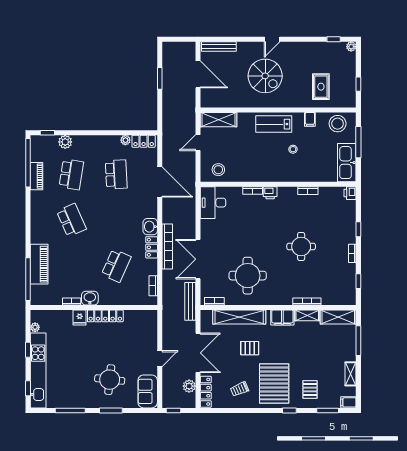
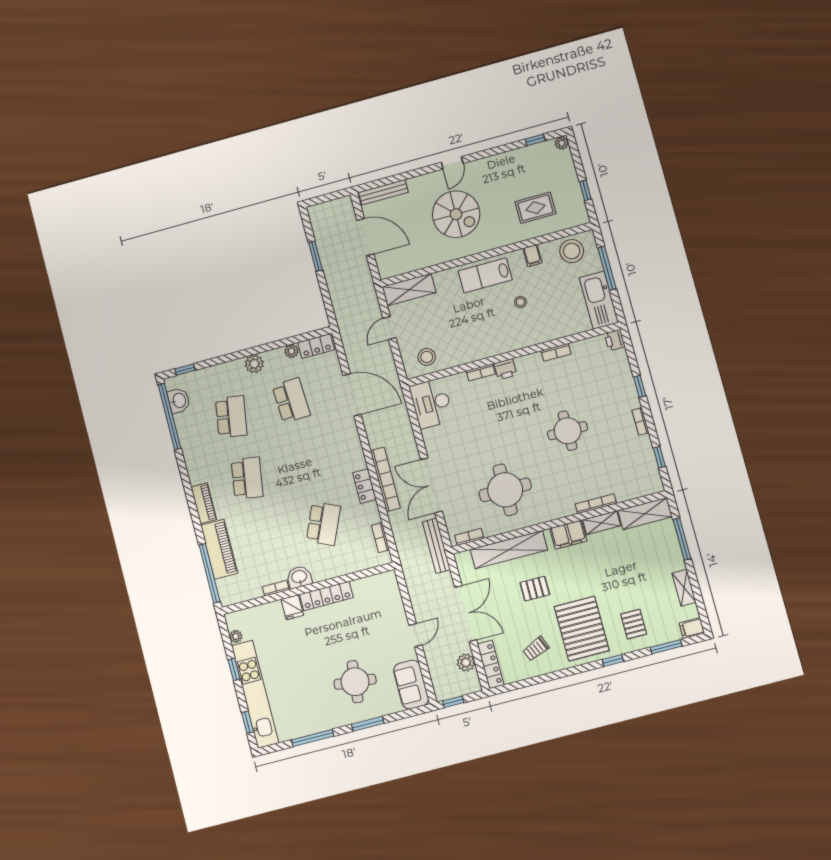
rug: (321, 87) -> (535, 208), turned 90
plant: (65, 142) -> (254, 364), moved
piano: (36, 176) -> (204, 503), moved
school desk: (71, 220) -> (247, 478), turned 33
washbasin: (150, 227) -> (179, 401), moved, turned 180

